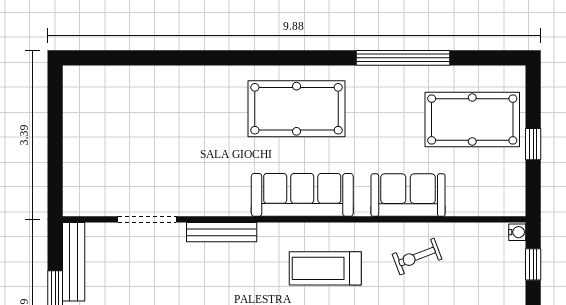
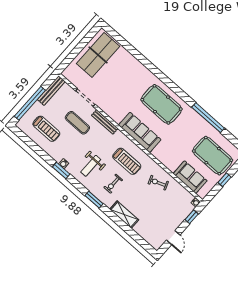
table tennis table: (101, 121) -> (98, 55), added
sofa: (408, 195) -> (190, 177), moved
treadmill: (325, 268) -> (127, 161), turned 180
exercise mat: (173, 278) -> (77, 123), added

